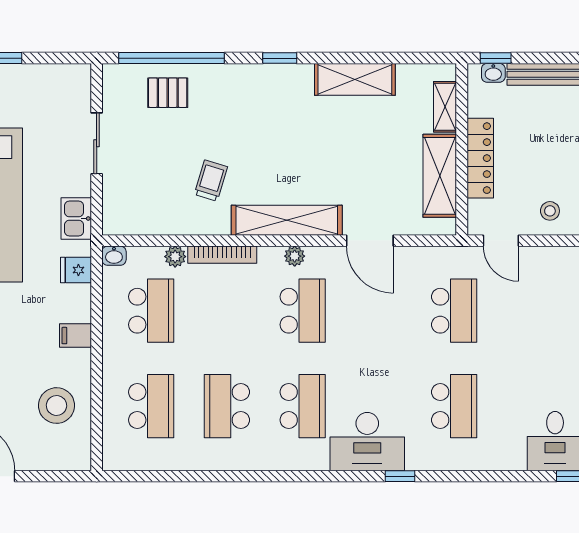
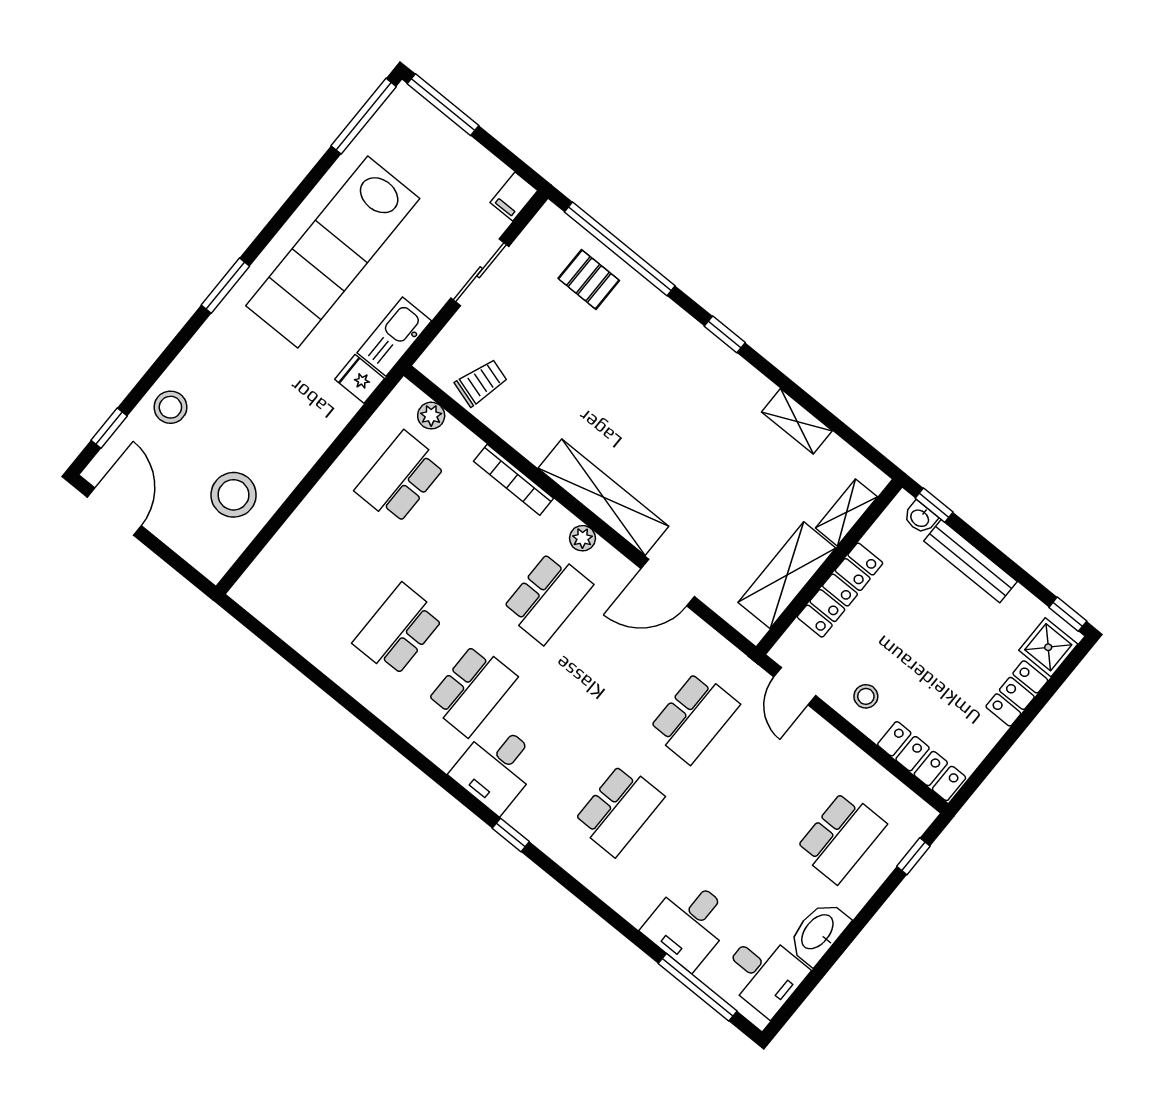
shelving: (355, 79) -> (797, 421), width x0.67, depth x0.75
trolley: (211, 181) -> (481, 382), moved
kitchen sink: (76, 219) -> (394, 337), width x1.38
door: (370, 241) -> (668, 583), hinge flipped
washbasin: (114, 256) -> (408, 395), removed
plant: (175, 257) -> (431, 416), moved
school desk: (151, 311) -> (400, 478), turned 180
filing cabinet: (75, 336) -> (514, 197), moved, turned -90
school desk: (151, 406) -> (325, 570), removed
desk: (367, 442) -> (496, 767), width x0.73

